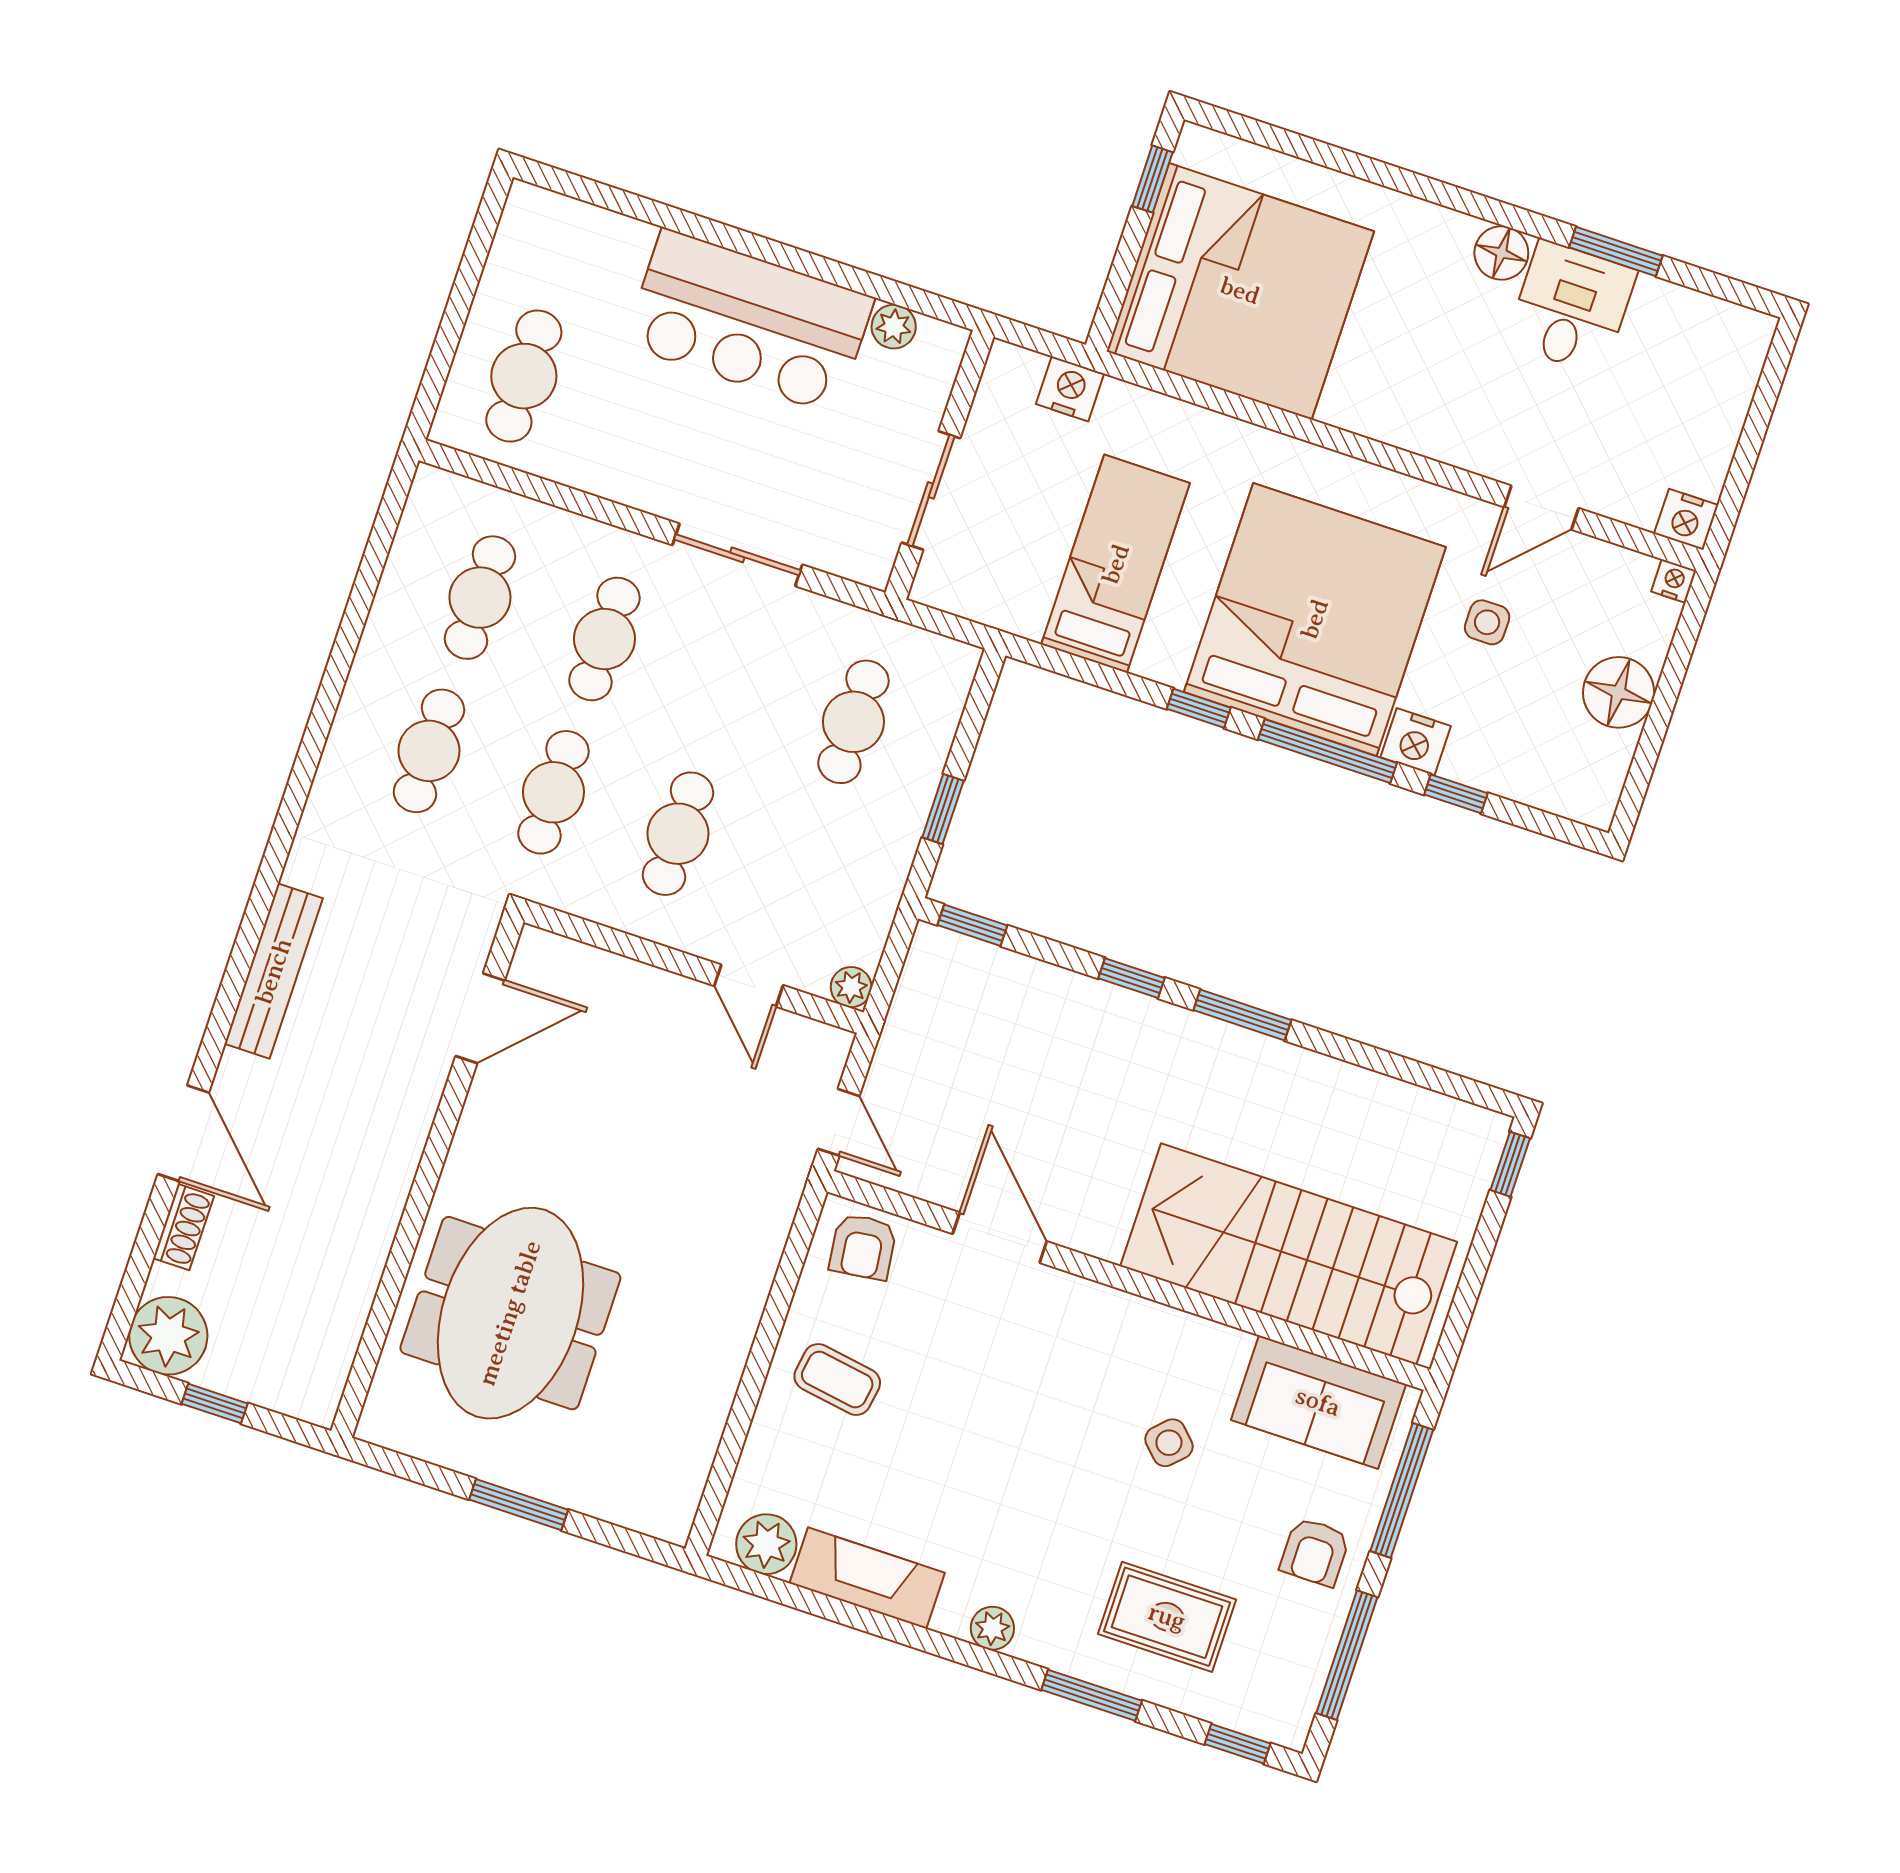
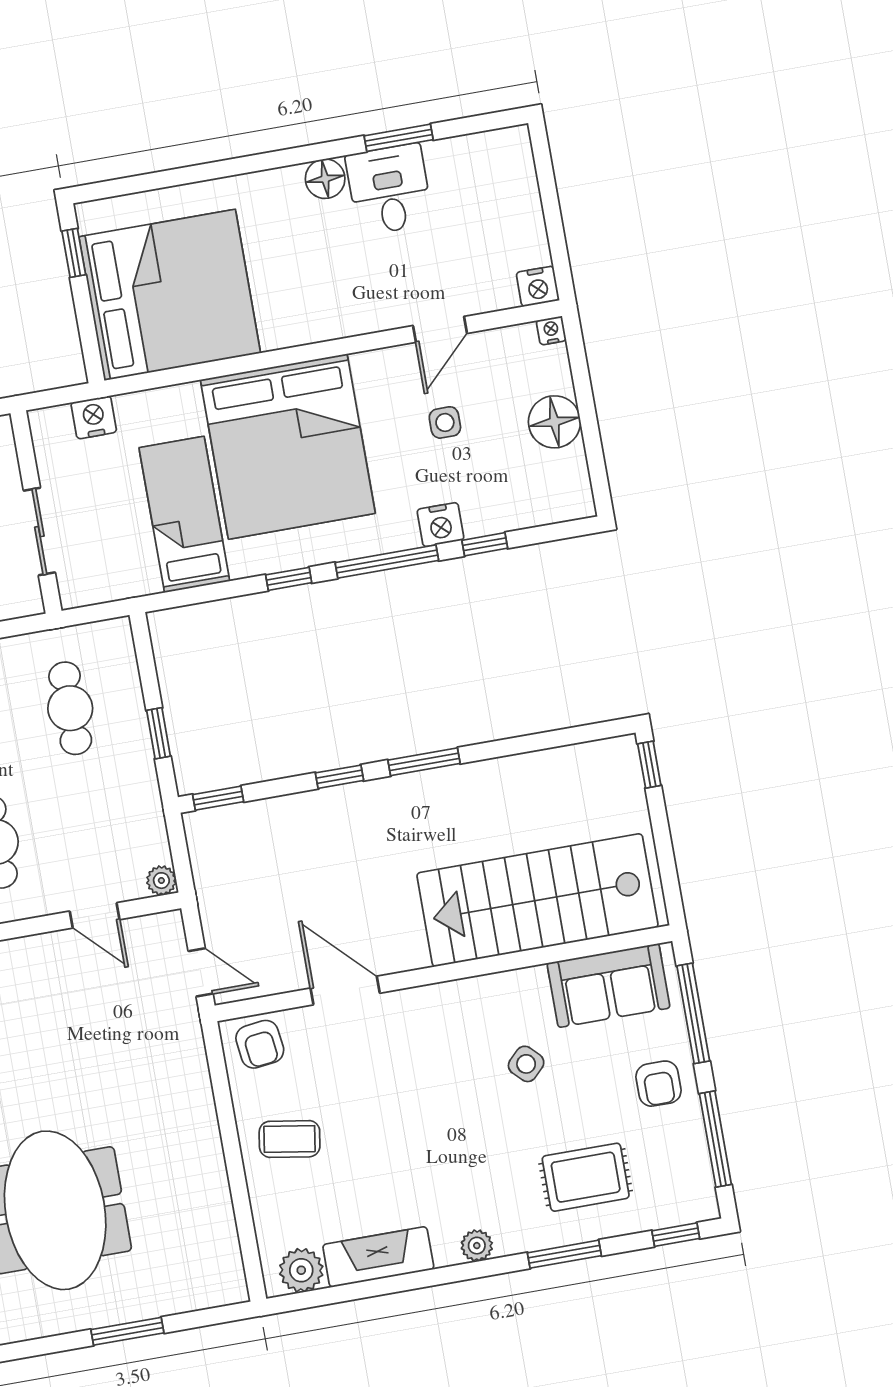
bed: (1315, 619) -> (288, 446), moved, turned 180

